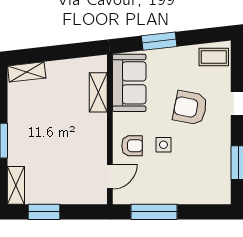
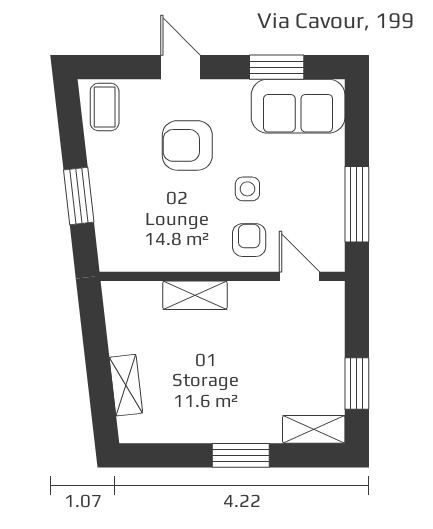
shelving: (27, 72) -> (126, 385), moved
sofa: (129, 83) -> (298, 106), moved, turned 180
shelving: (98, 92) -> (195, 295), moved
armchair: (190, 108) -> (187, 145), turned 79

